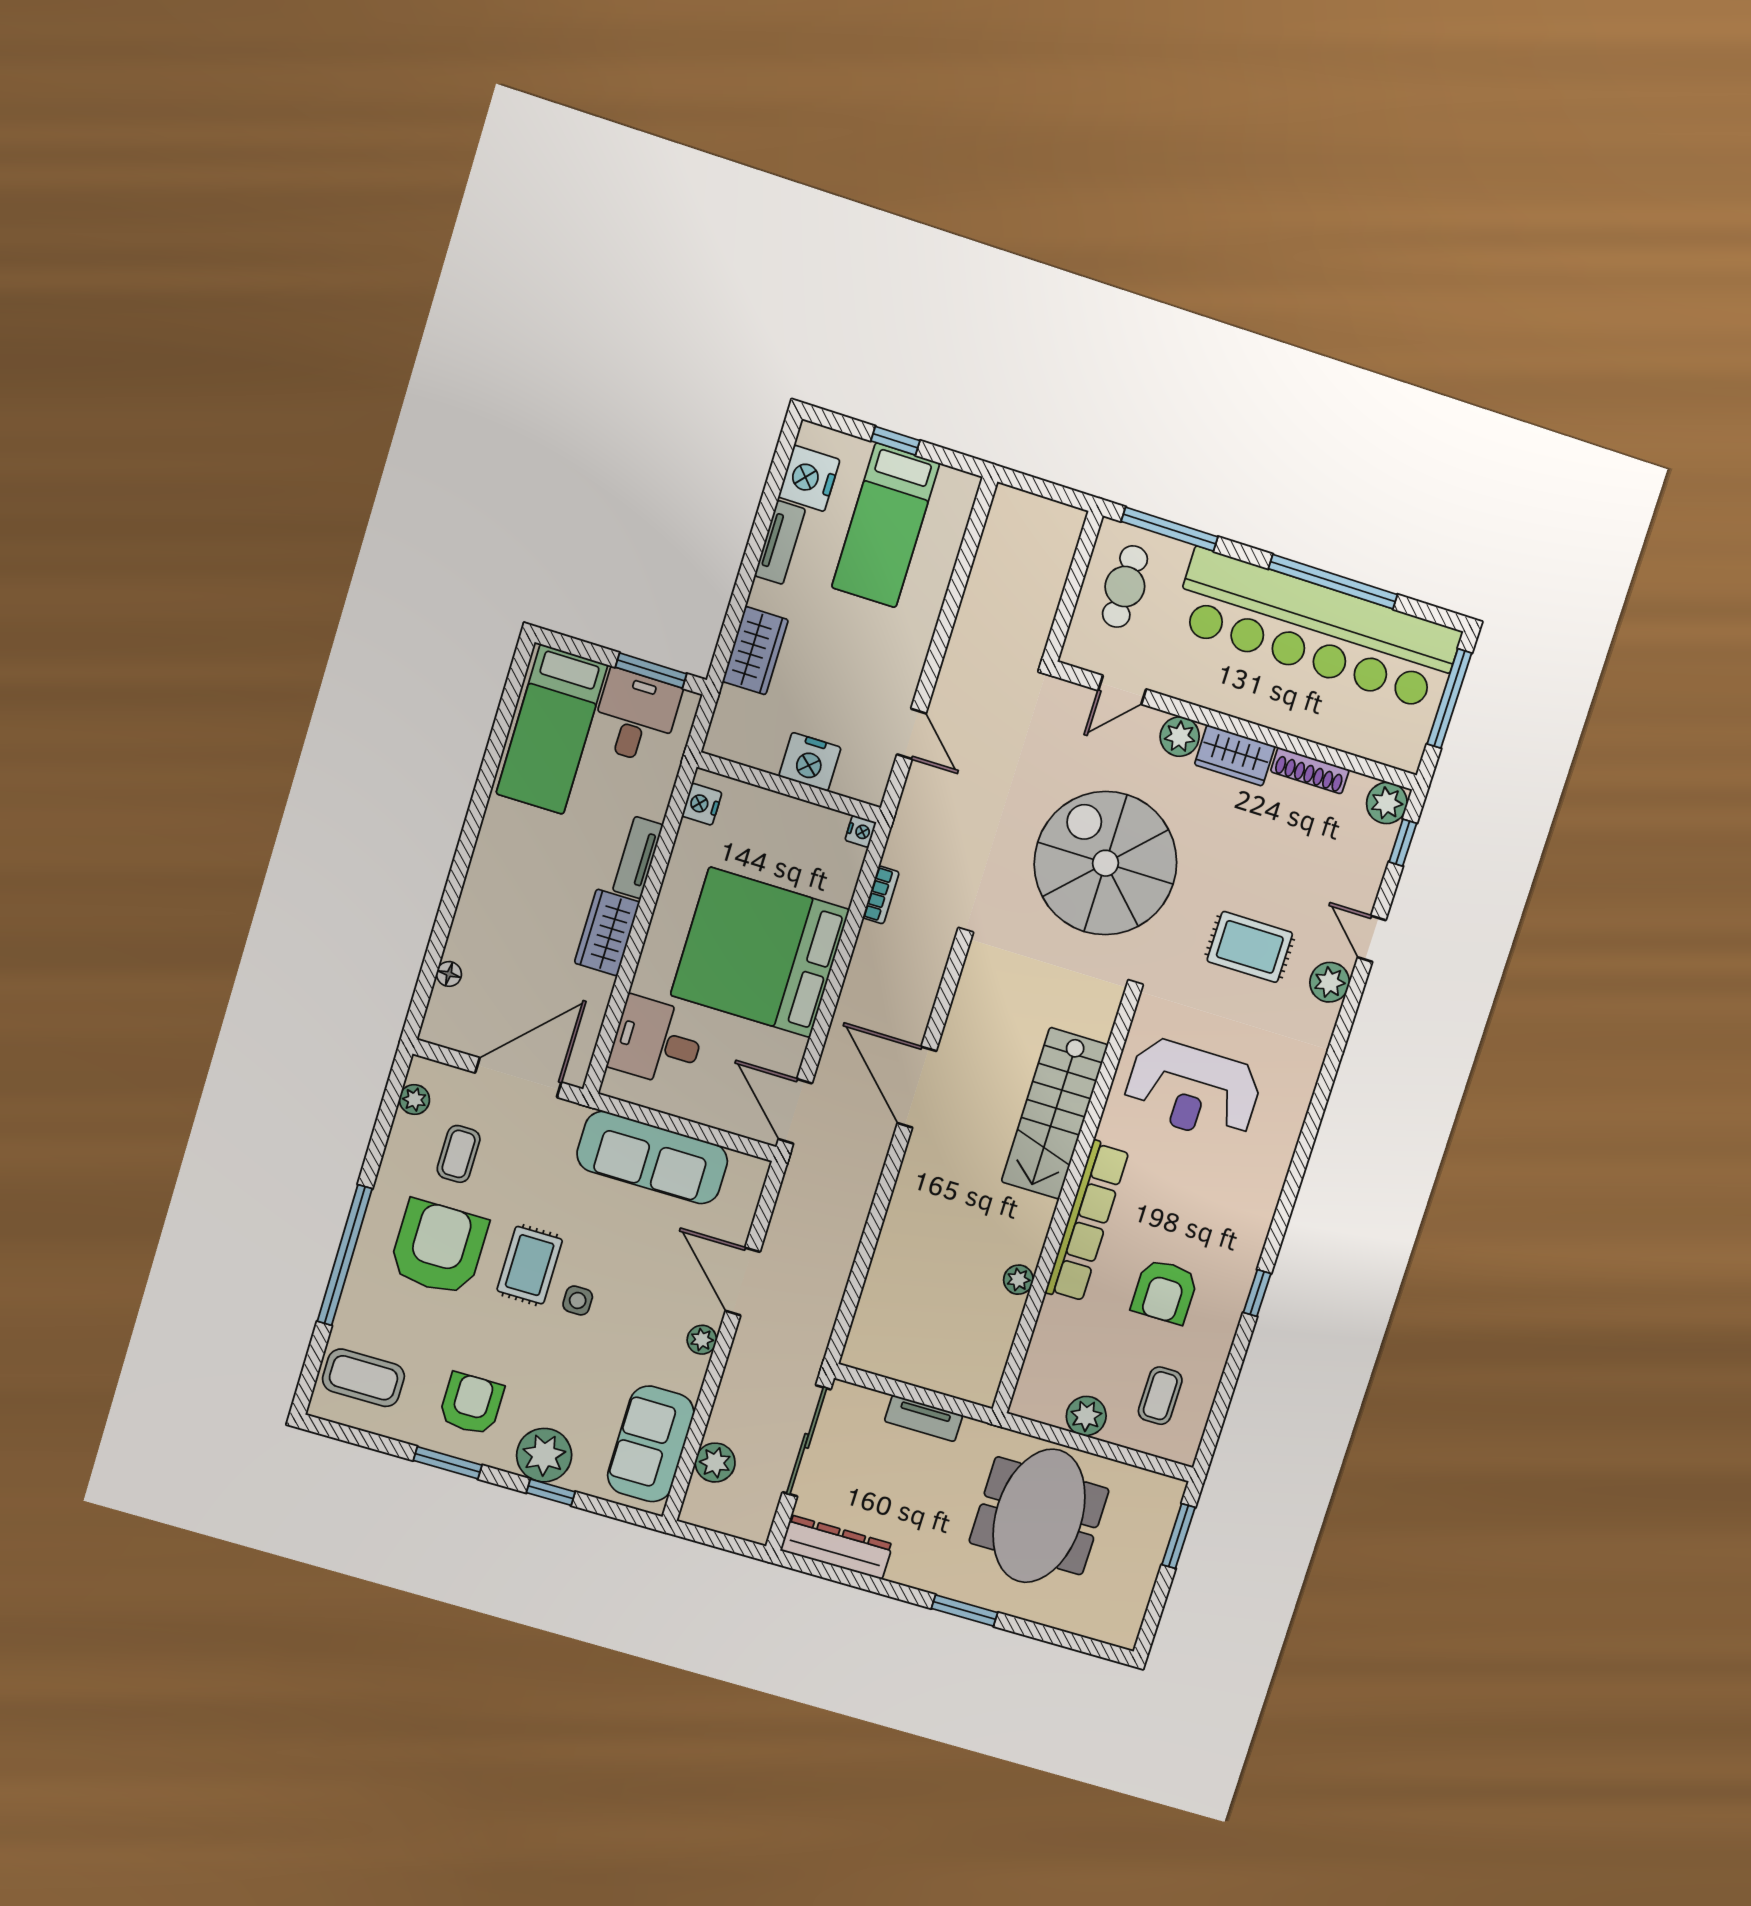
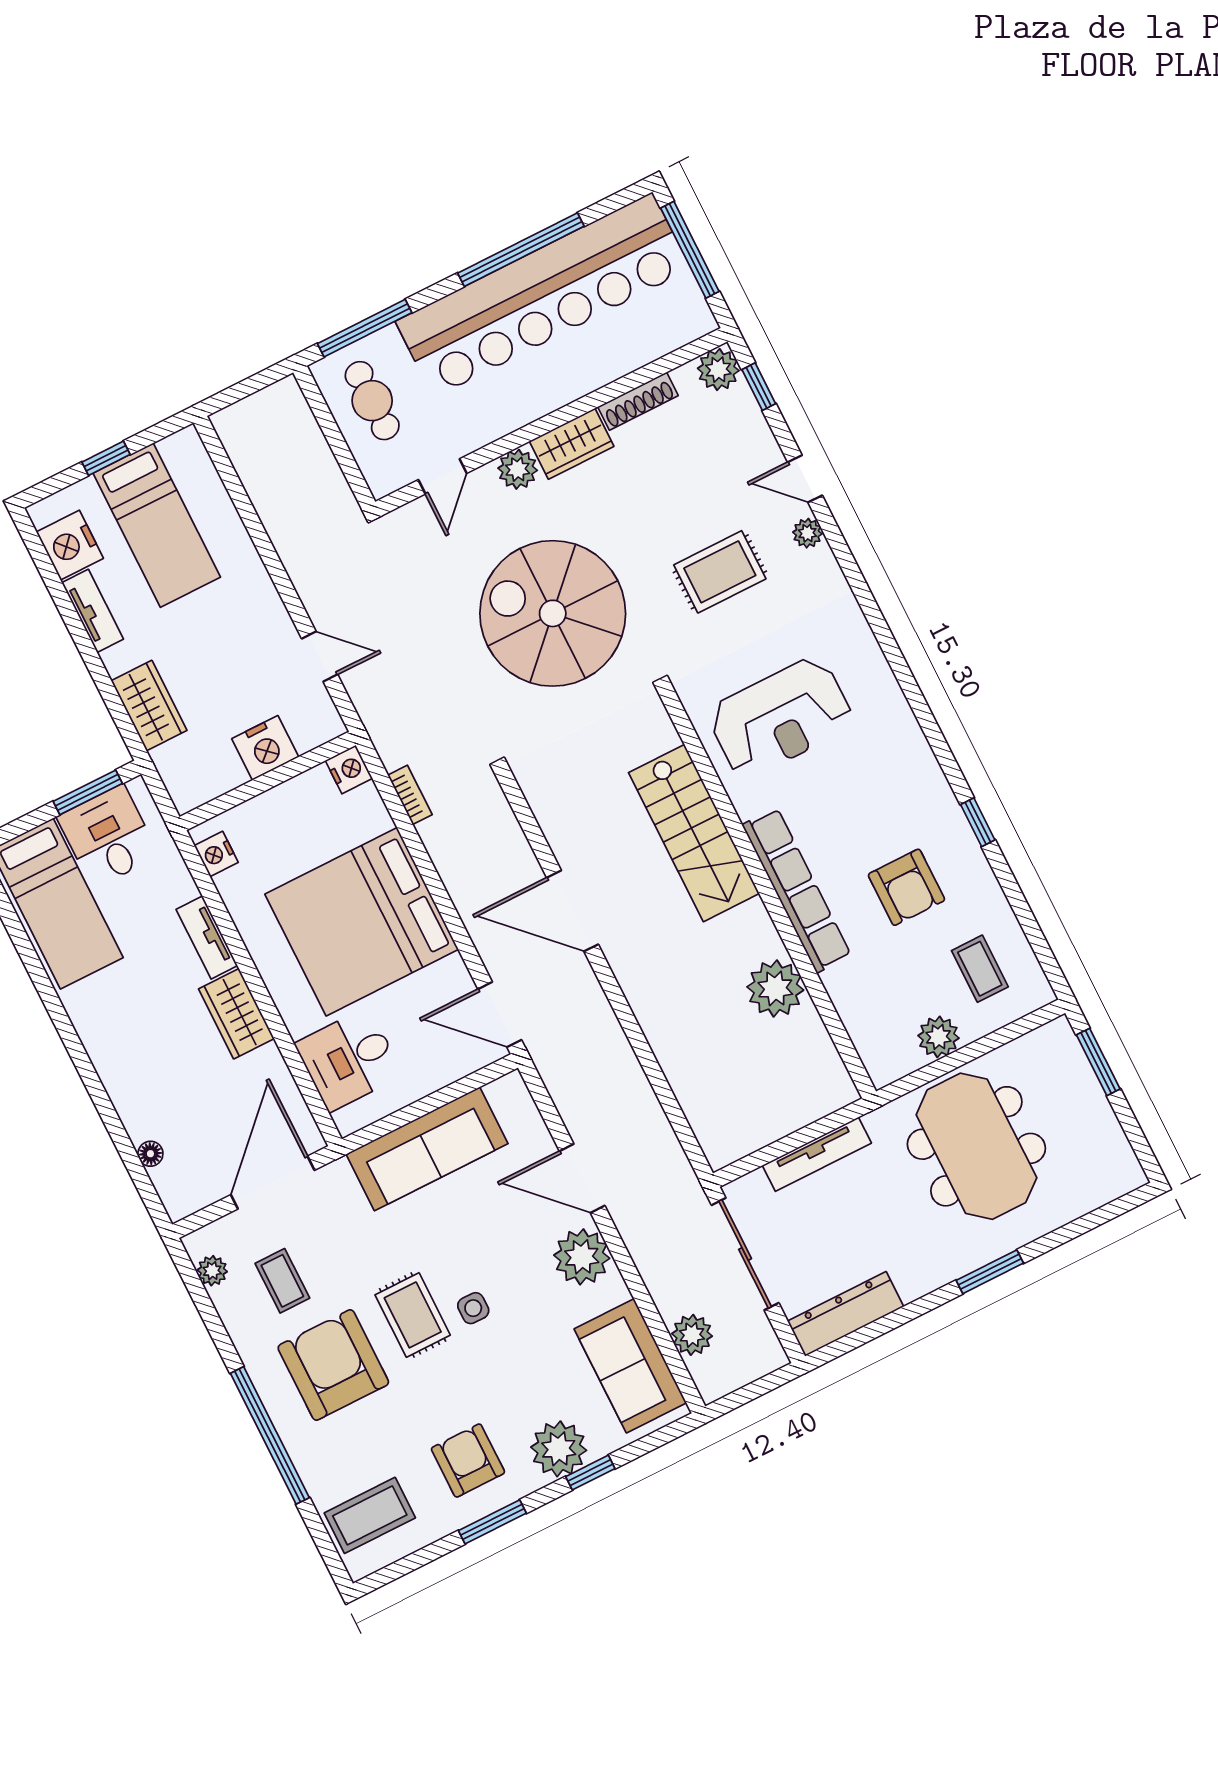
nightstand: (861, 831) -> (349, 769), width x1.39, depth x1.35
plant: (1330, 982) -> (807, 533), width x0.73, depth x0.73
plant: (1018, 1280) -> (775, 988), width x1.88, depth x1.88
plant: (702, 1340) -> (582, 1257), width x1.87, depth x1.87
tv unit: (924, 1418) -> (817, 1154), width x1.41

